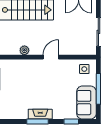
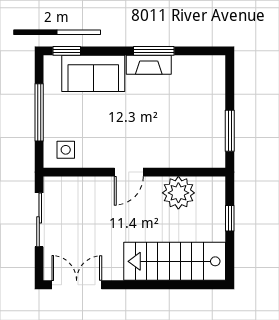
plant: (24, 50) -> (178, 193), width x1.88, depth x1.88
sofa: (86, 103) -> (93, 73), moved, turned 90
window: (71, 122) -> (67, 51), moved

